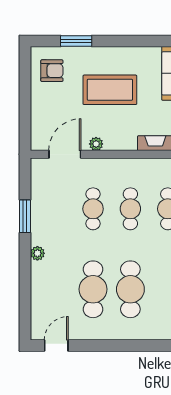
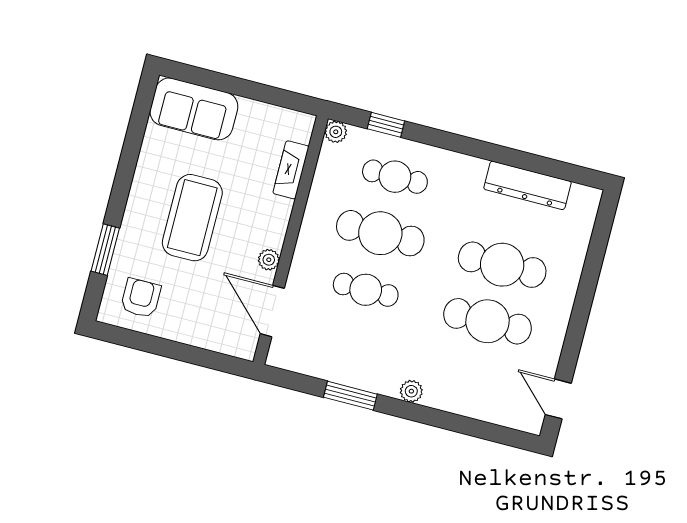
cafe table: (130, 209) -> (380, 233), width x1.37, depth x1.35

